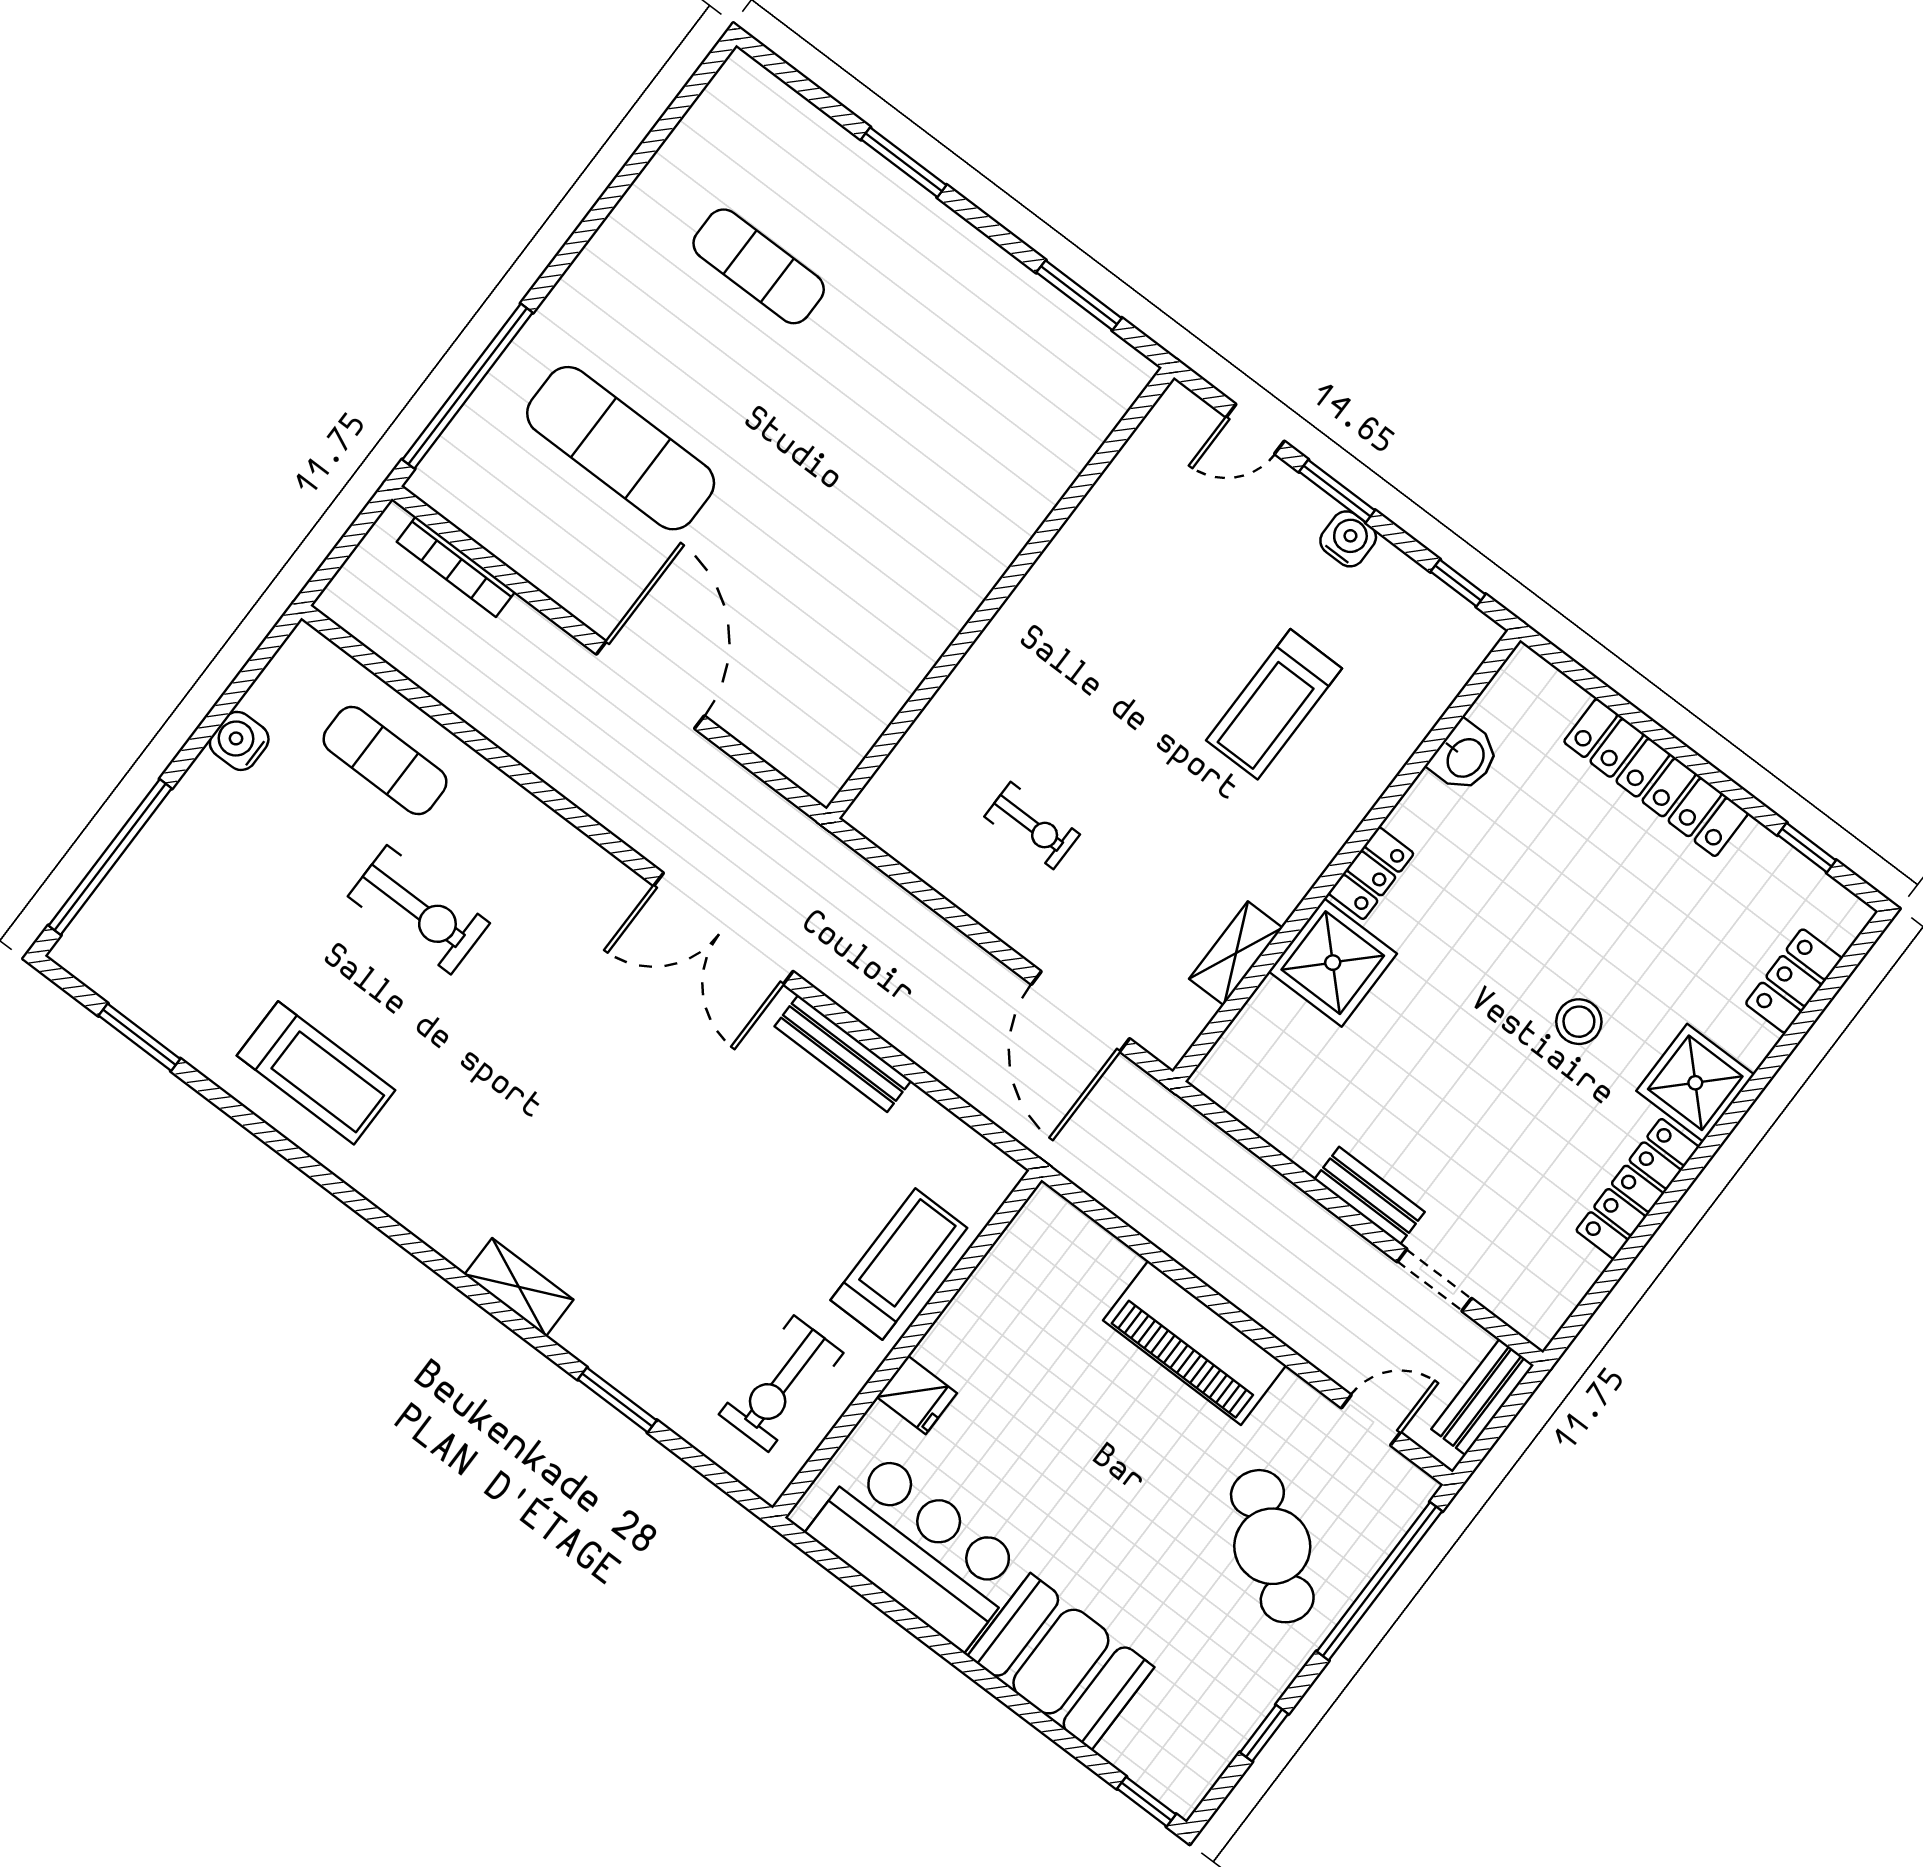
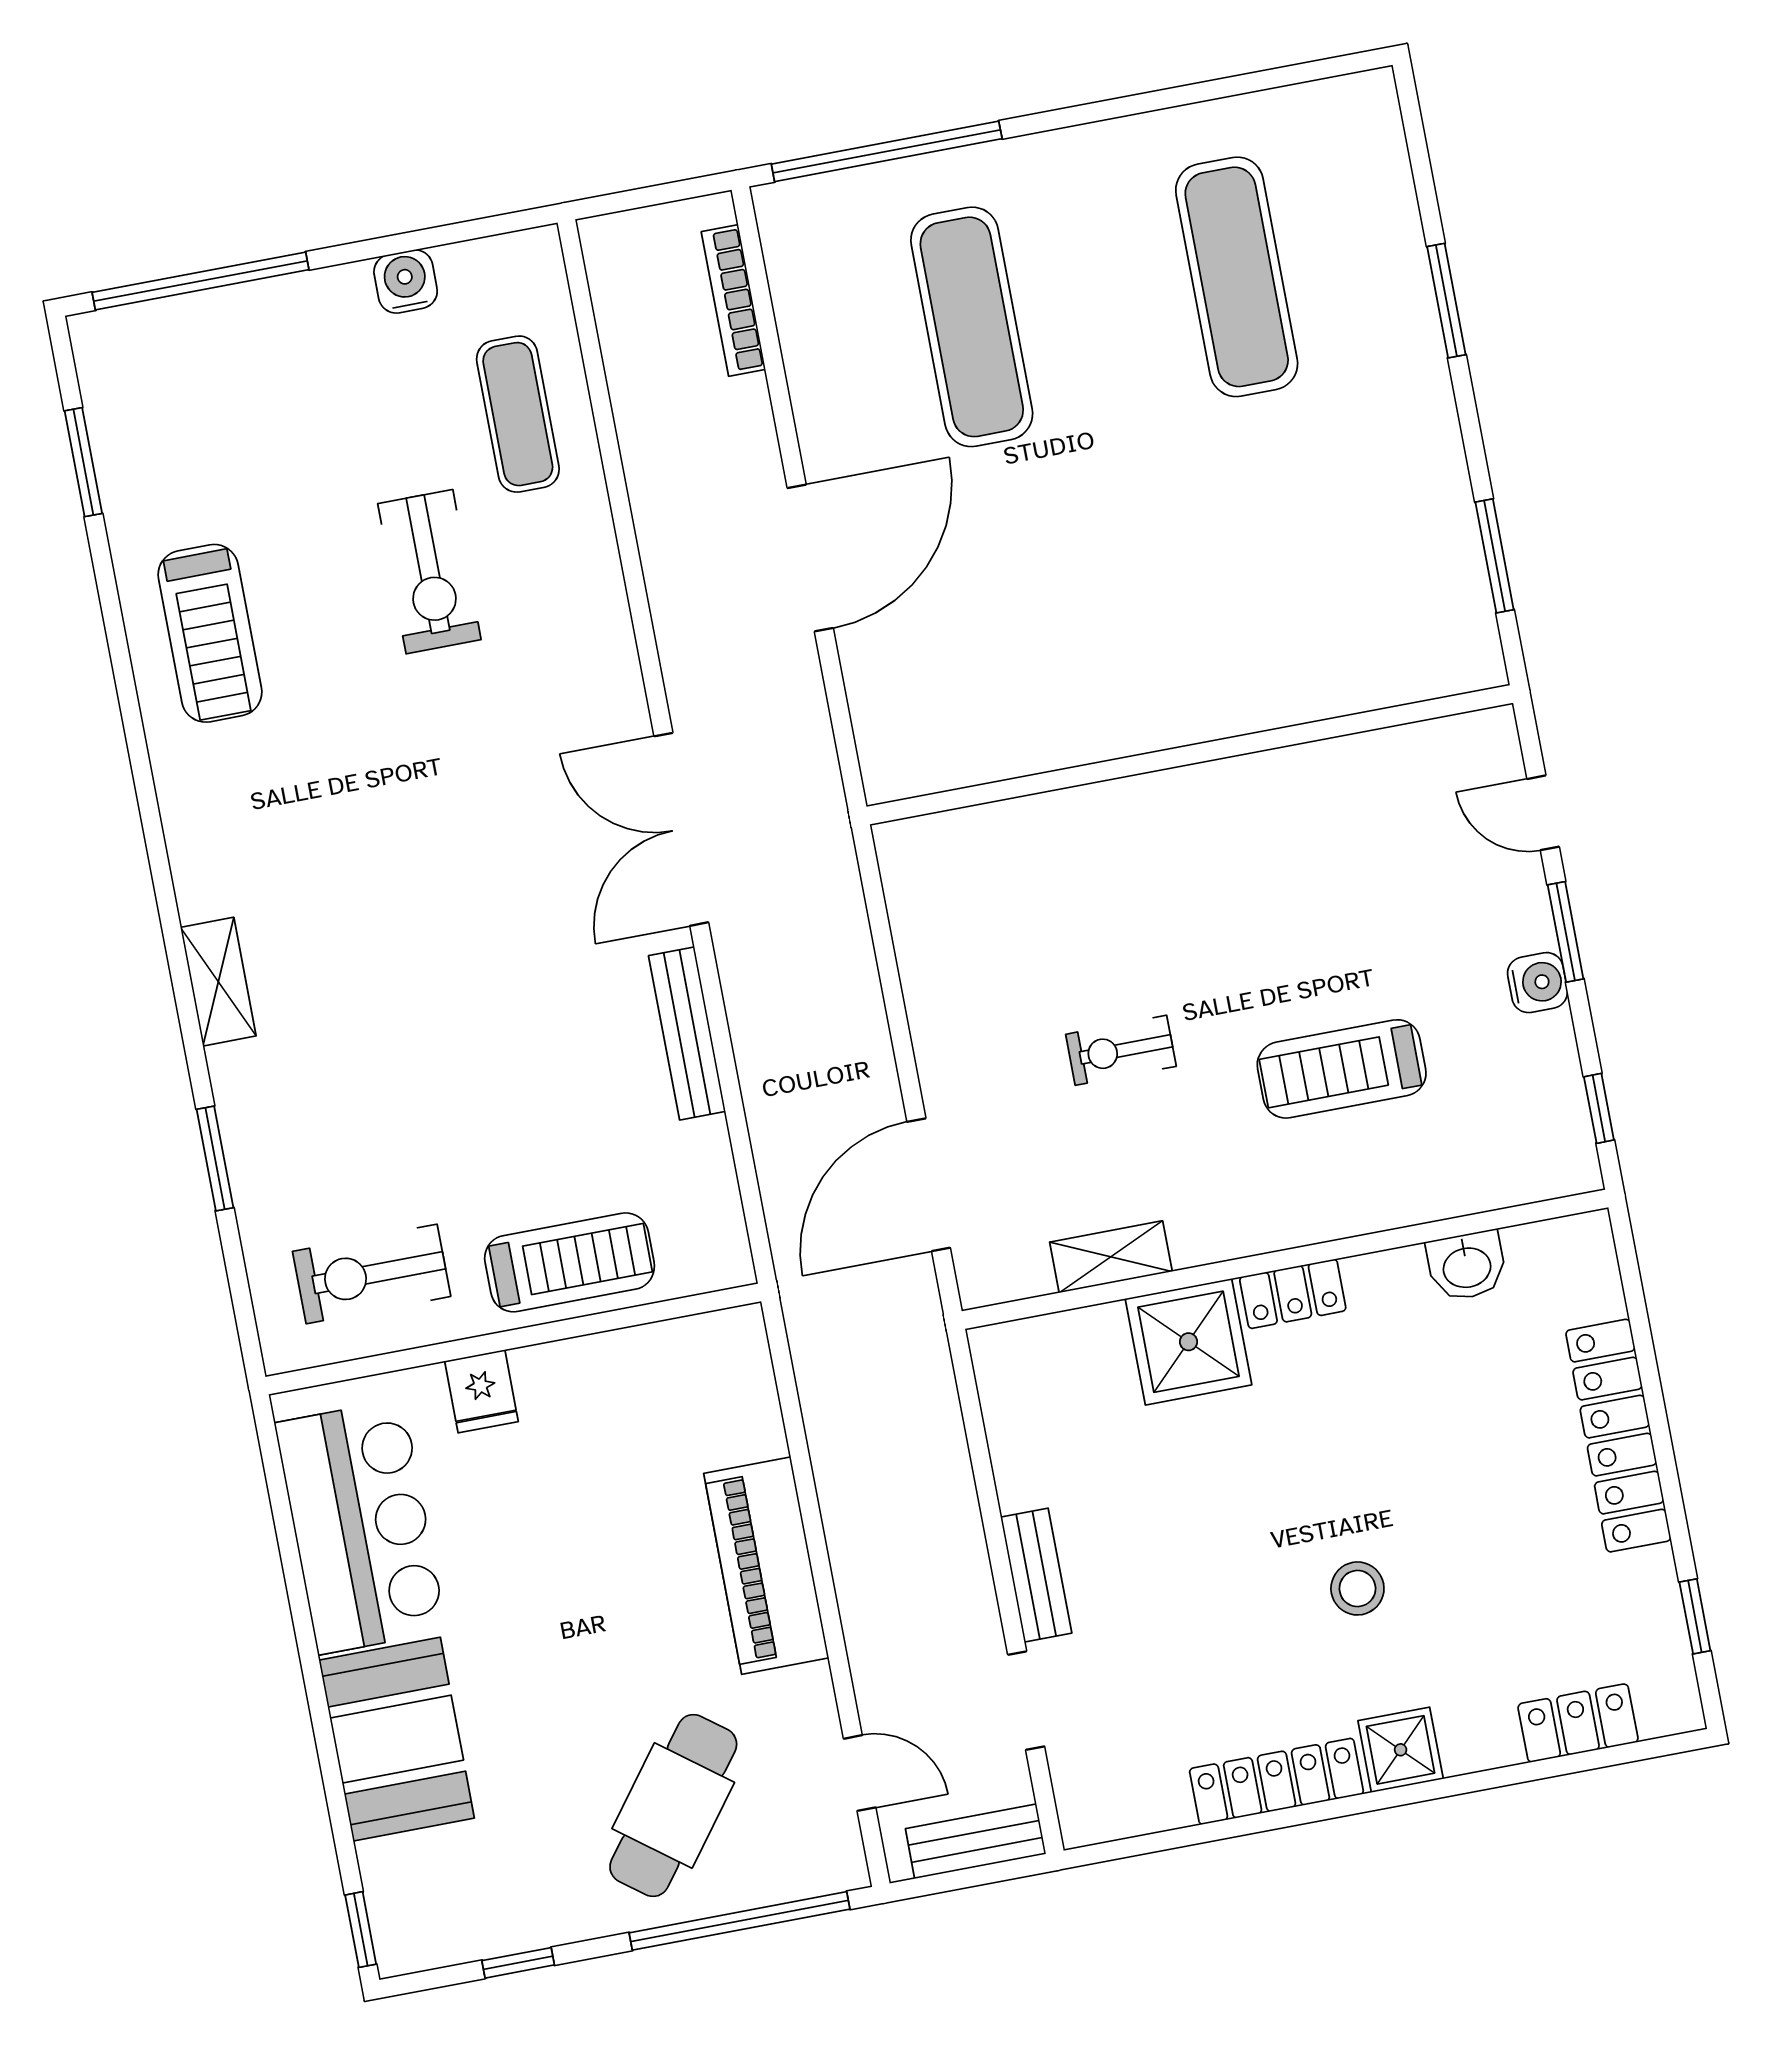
exercise mat: (759, 266) -> (1237, 277), width x1.36, depth x1.45
exercise bike: (1032, 826) -> (1121, 1050), moved, turned 90
shower: (1695, 1083) -> (1401, 1750), width x0.73, depth x0.73

